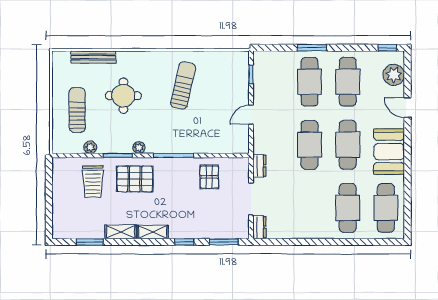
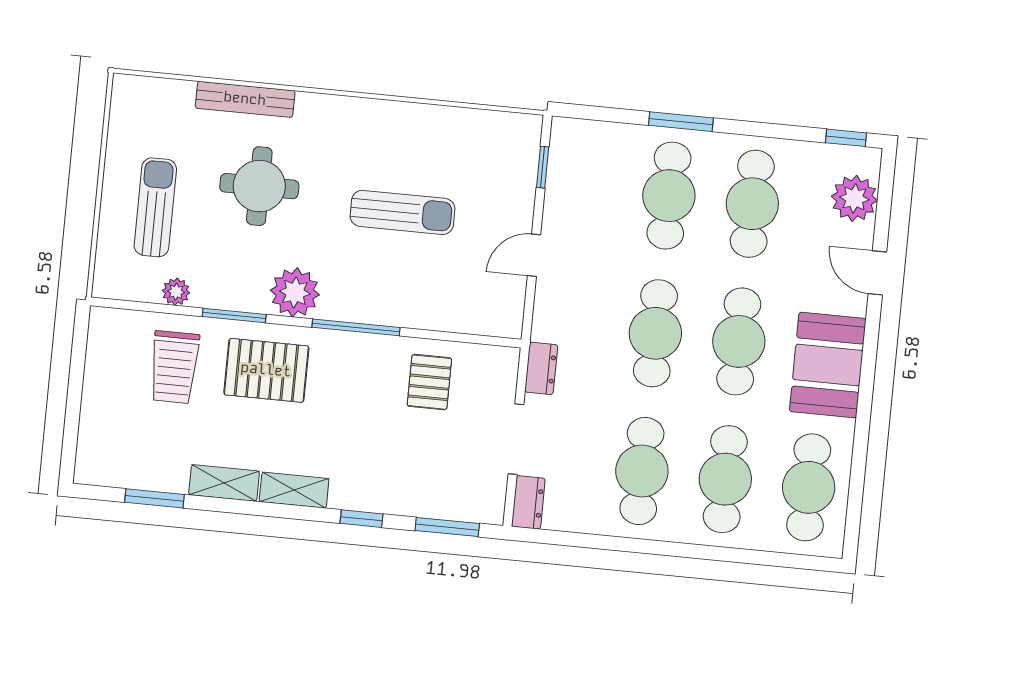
bench: (93, 57) -> (245, 99), moved
sun lounger: (183, 85) -> (402, 212), moved, turned 77
plant: (139, 148) -> (295, 292), width x1.88, depth x1.88
cafe table: (310, 208) -> (642, 471), added

